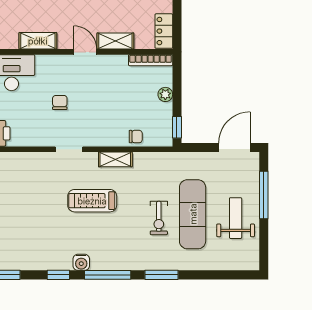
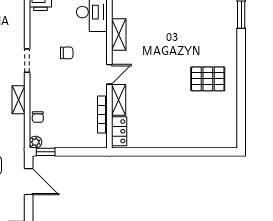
locker: (164, 31) -> (119, 131), moved, turned 90
bookcase: (151, 60) -> (102, 114), moved
plant: (165, 94) -> (35, 142), moved
door: (234, 147) -> (29, 182), moved

